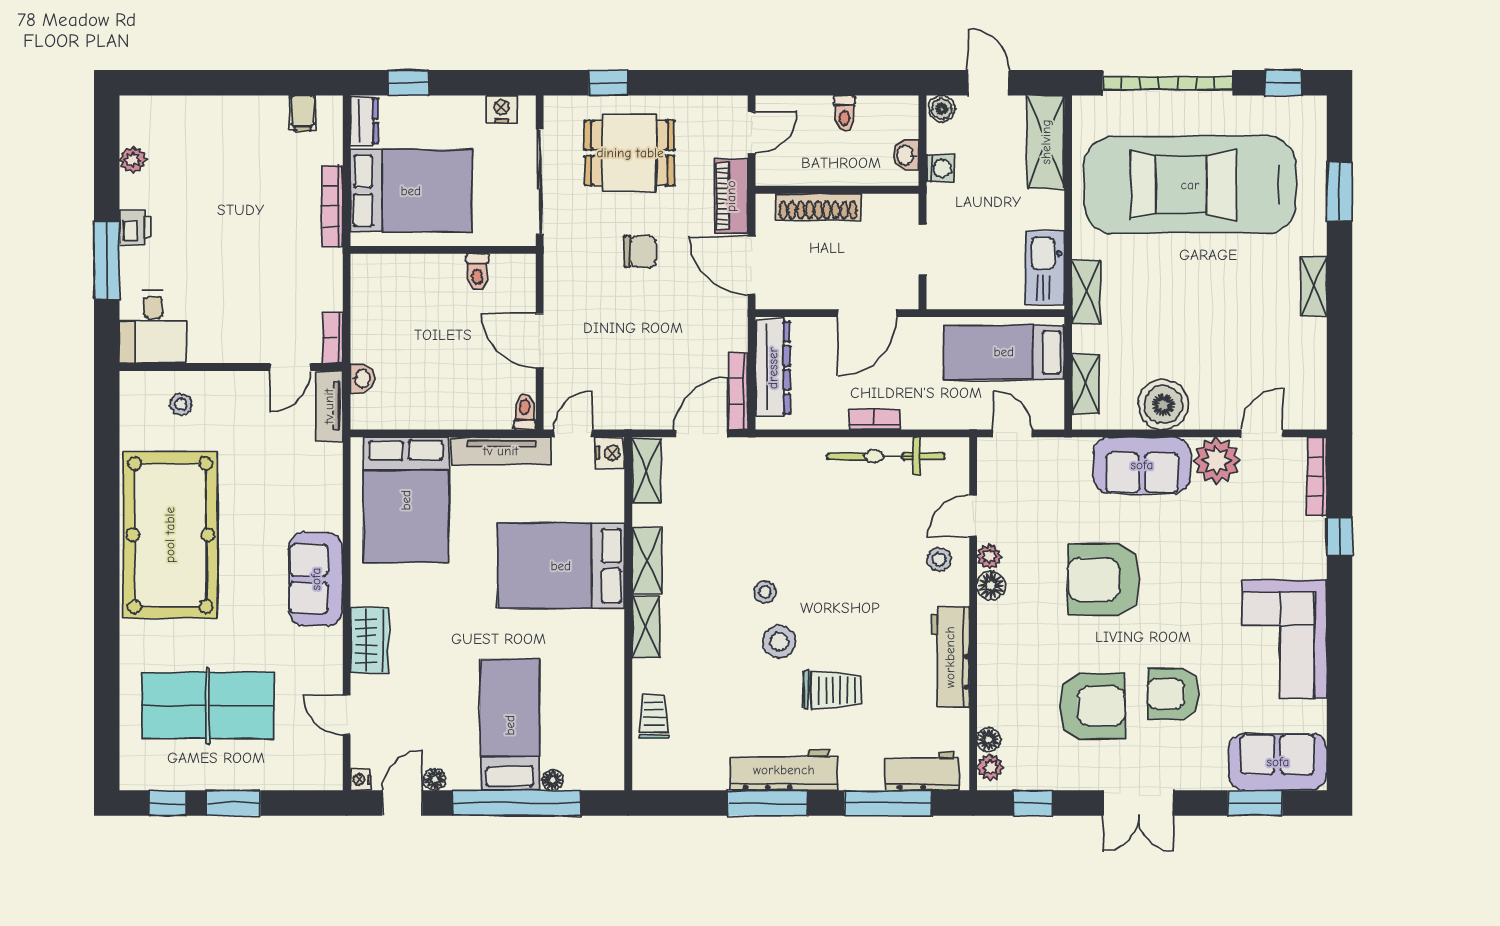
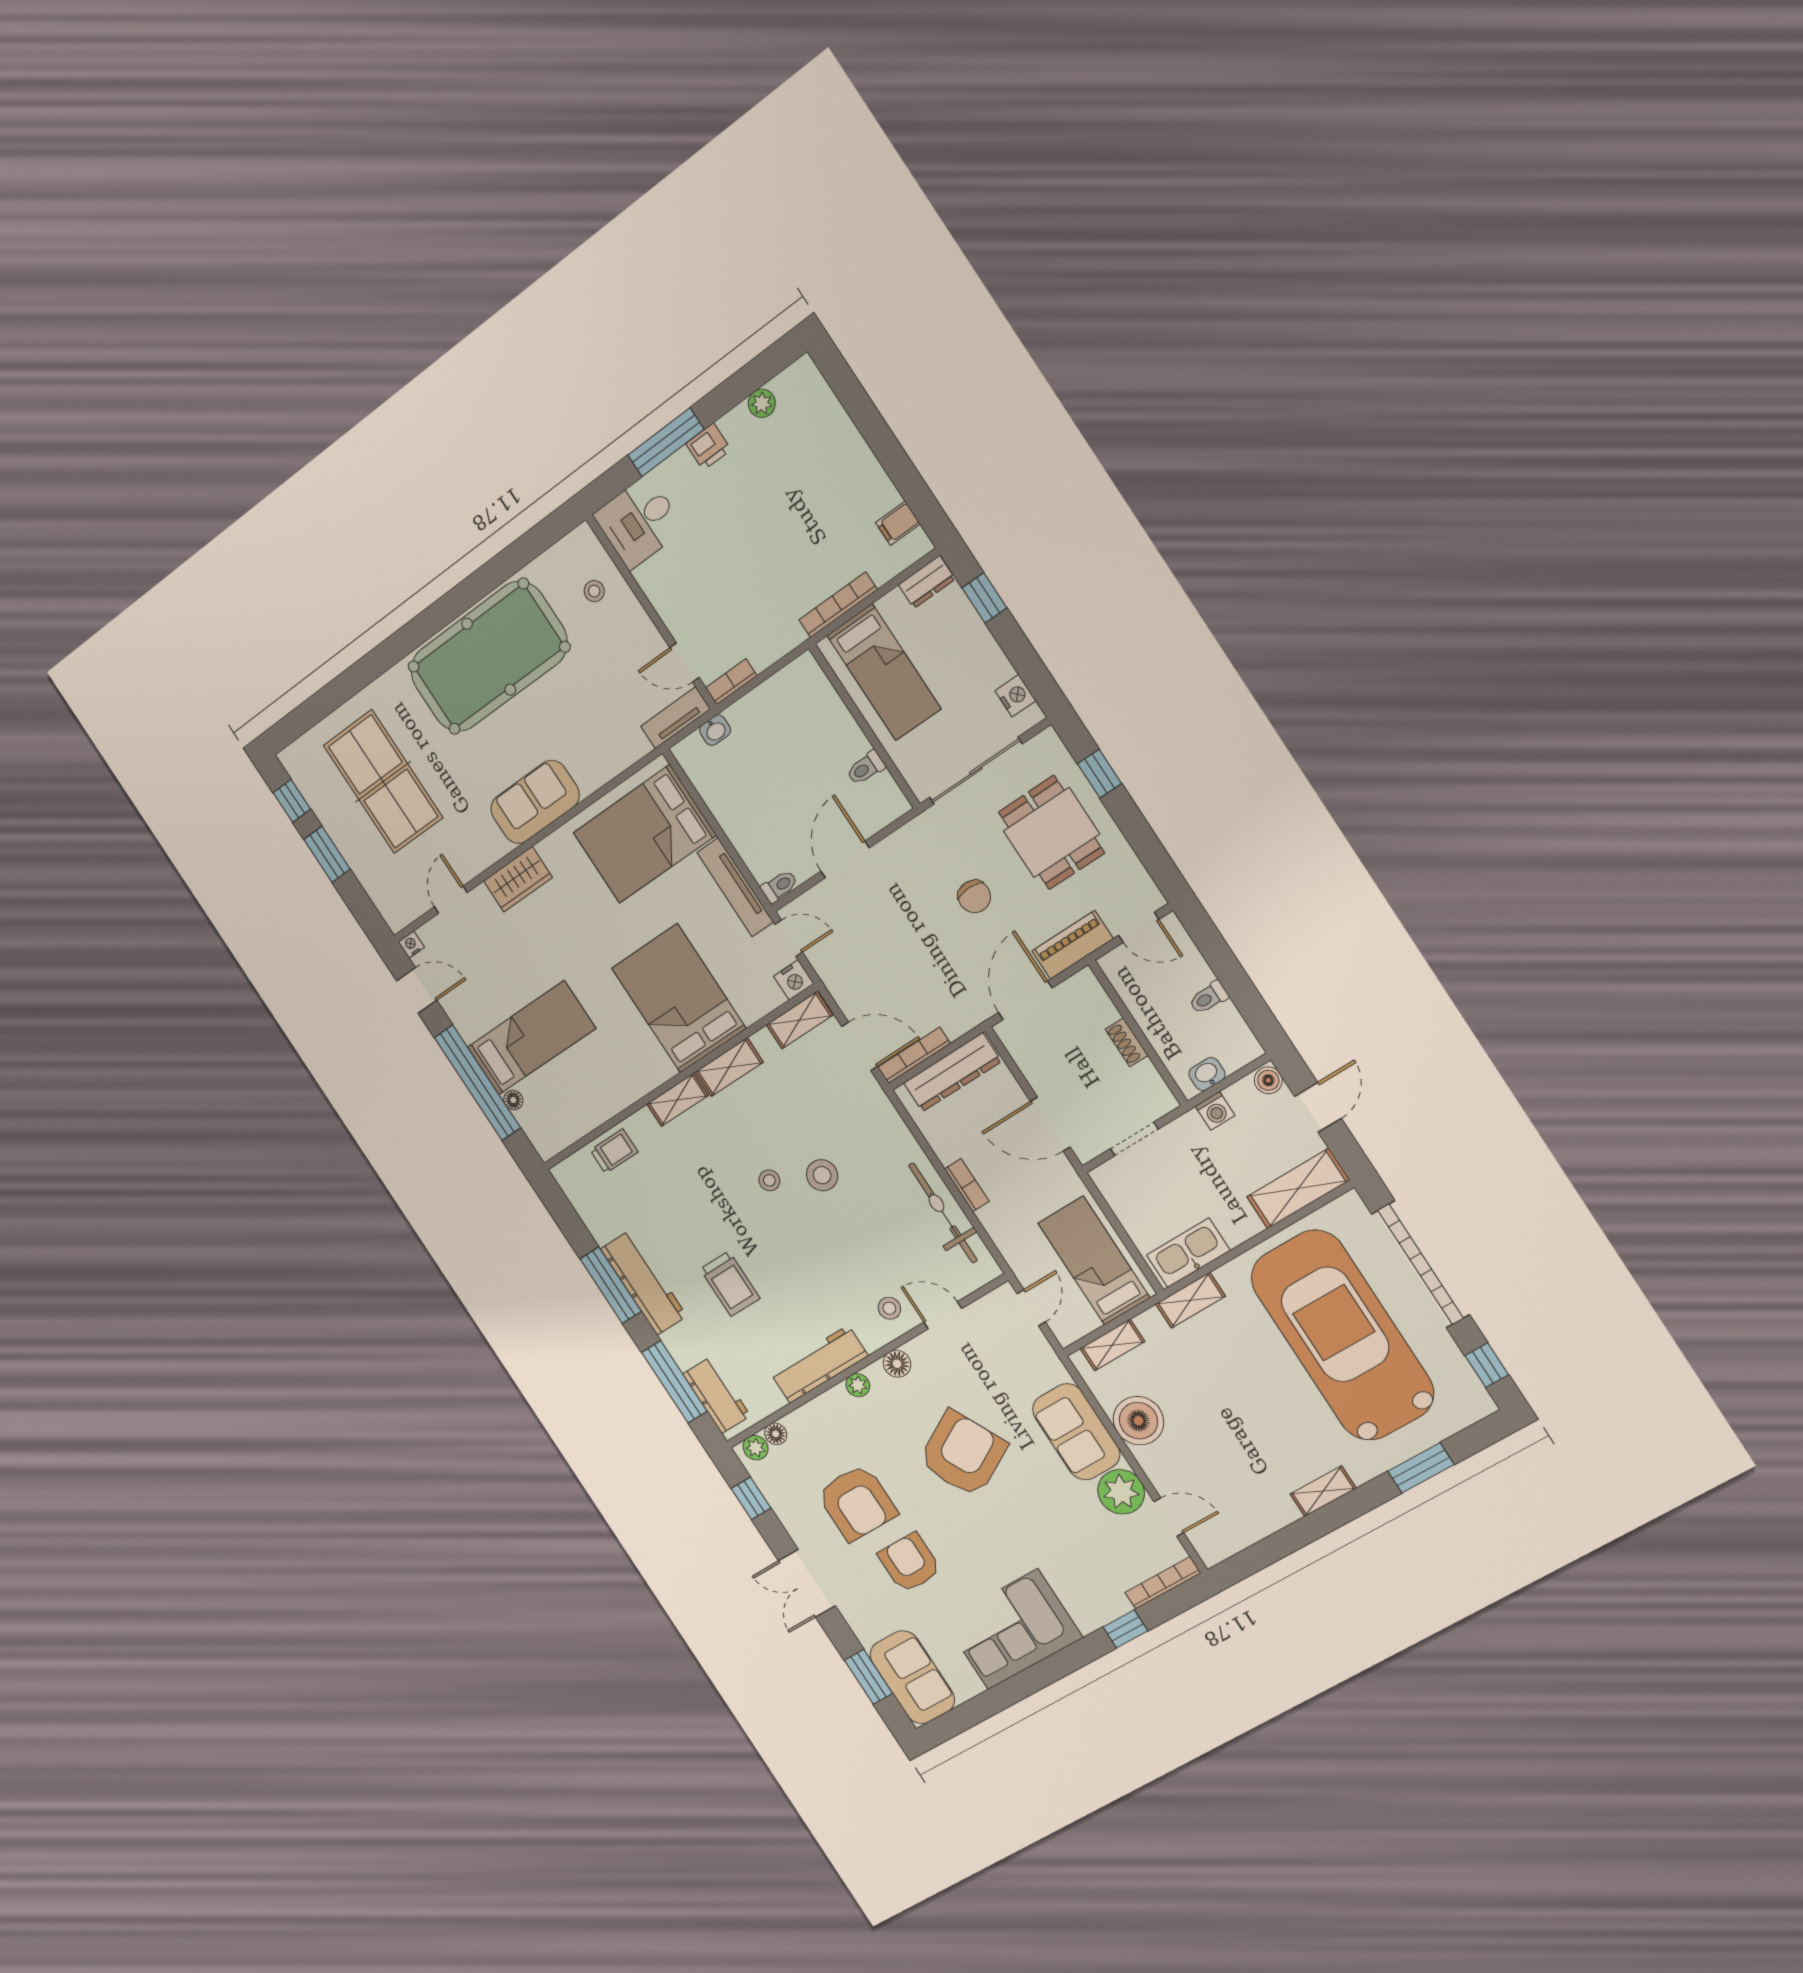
bed: (411, 191) -> (884, 672), width x0.67
shoe rack: (818, 207) -> (1127, 1042), width x0.51, depth x0.81
plant: (989, 556) -> (858, 1385), moved
armchair: (1104, 580) -> (963, 1454), turned 62
stool: (779, 642) -> (822, 1175), moved
floor lamp: (435, 779) -> (451, 1005), removed

